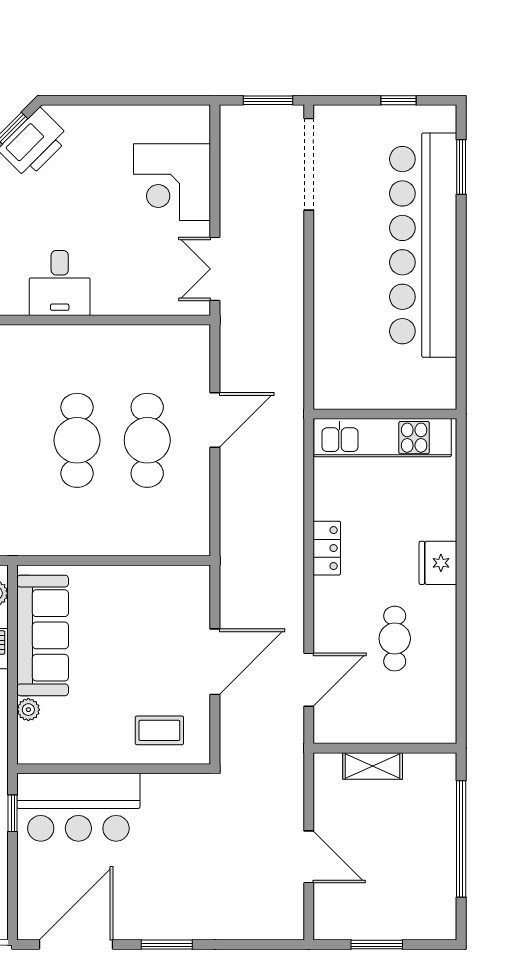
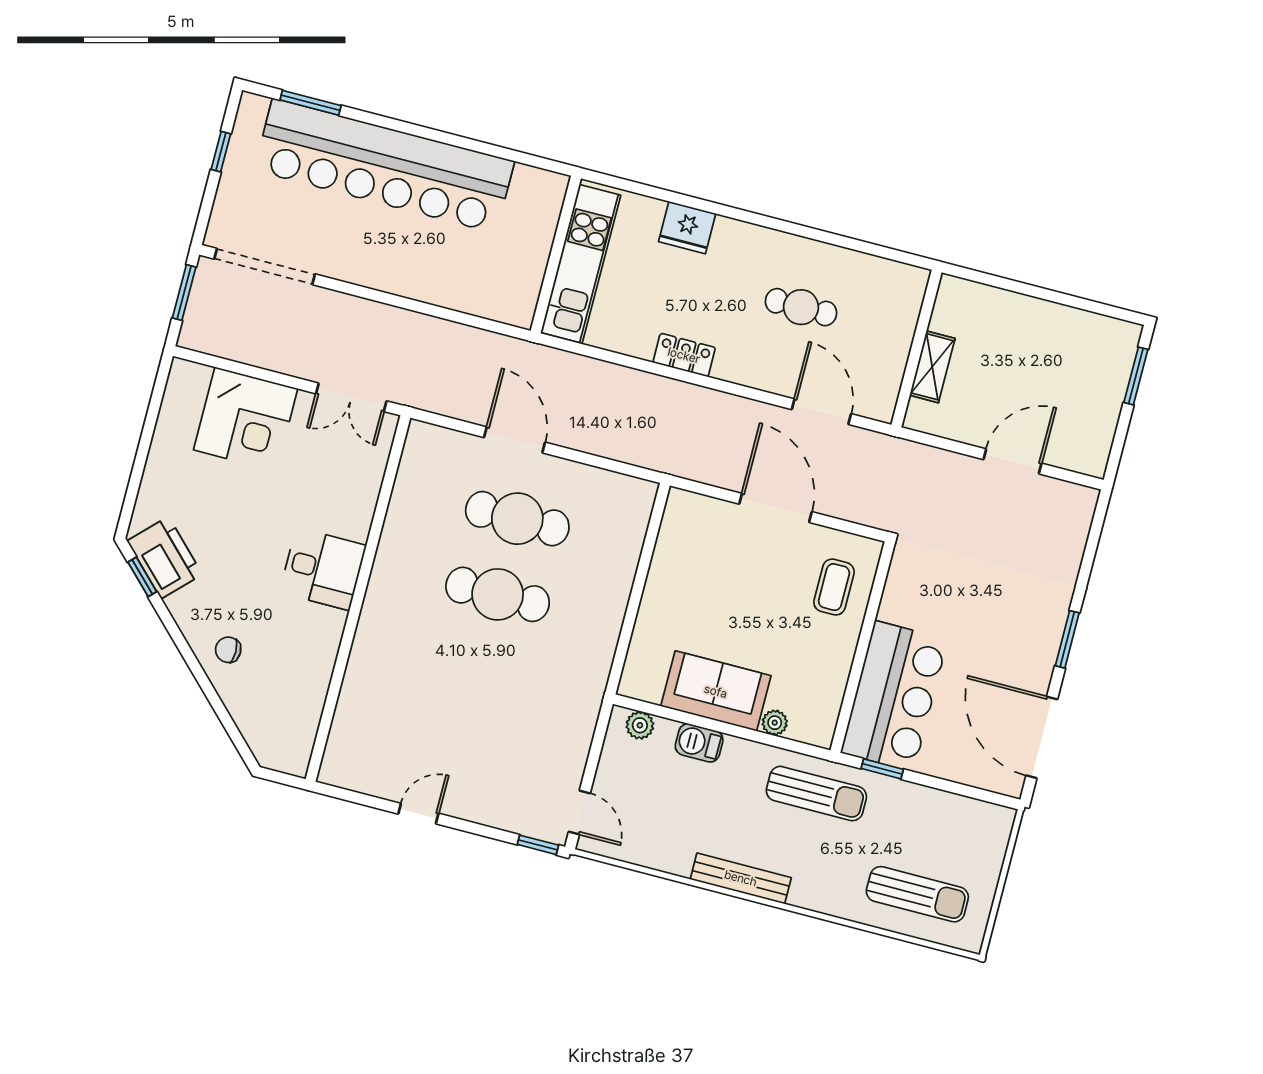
fridge: (438, 563) -> (687, 228), moved
sofa: (43, 635) -> (716, 691), width x0.73
window: (461, 839) -> (1036, 292), removed
window: (377, 945) -> (1136, 376), moved

